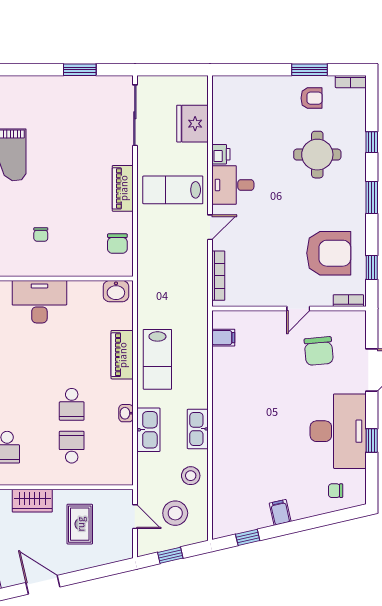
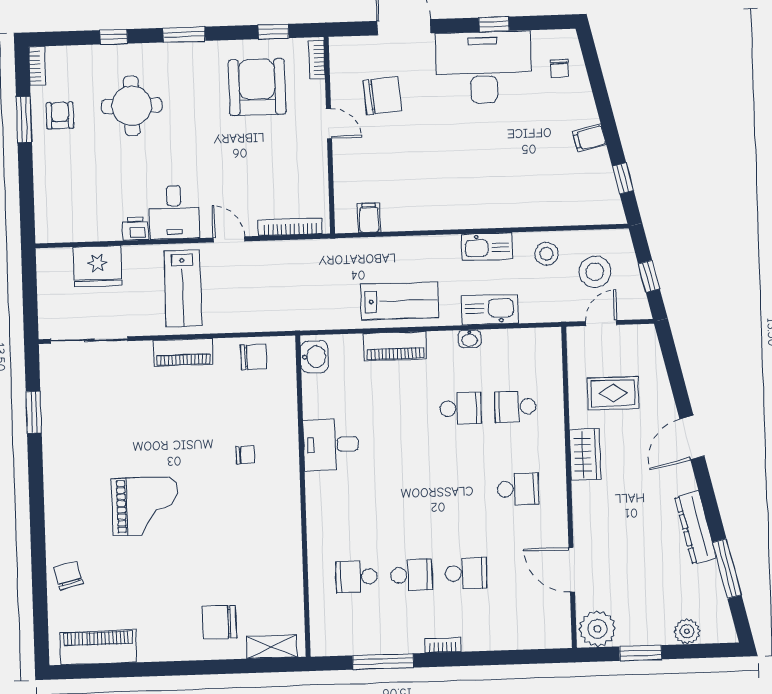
desk: (39, 302) -> (331, 445), width x0.73

